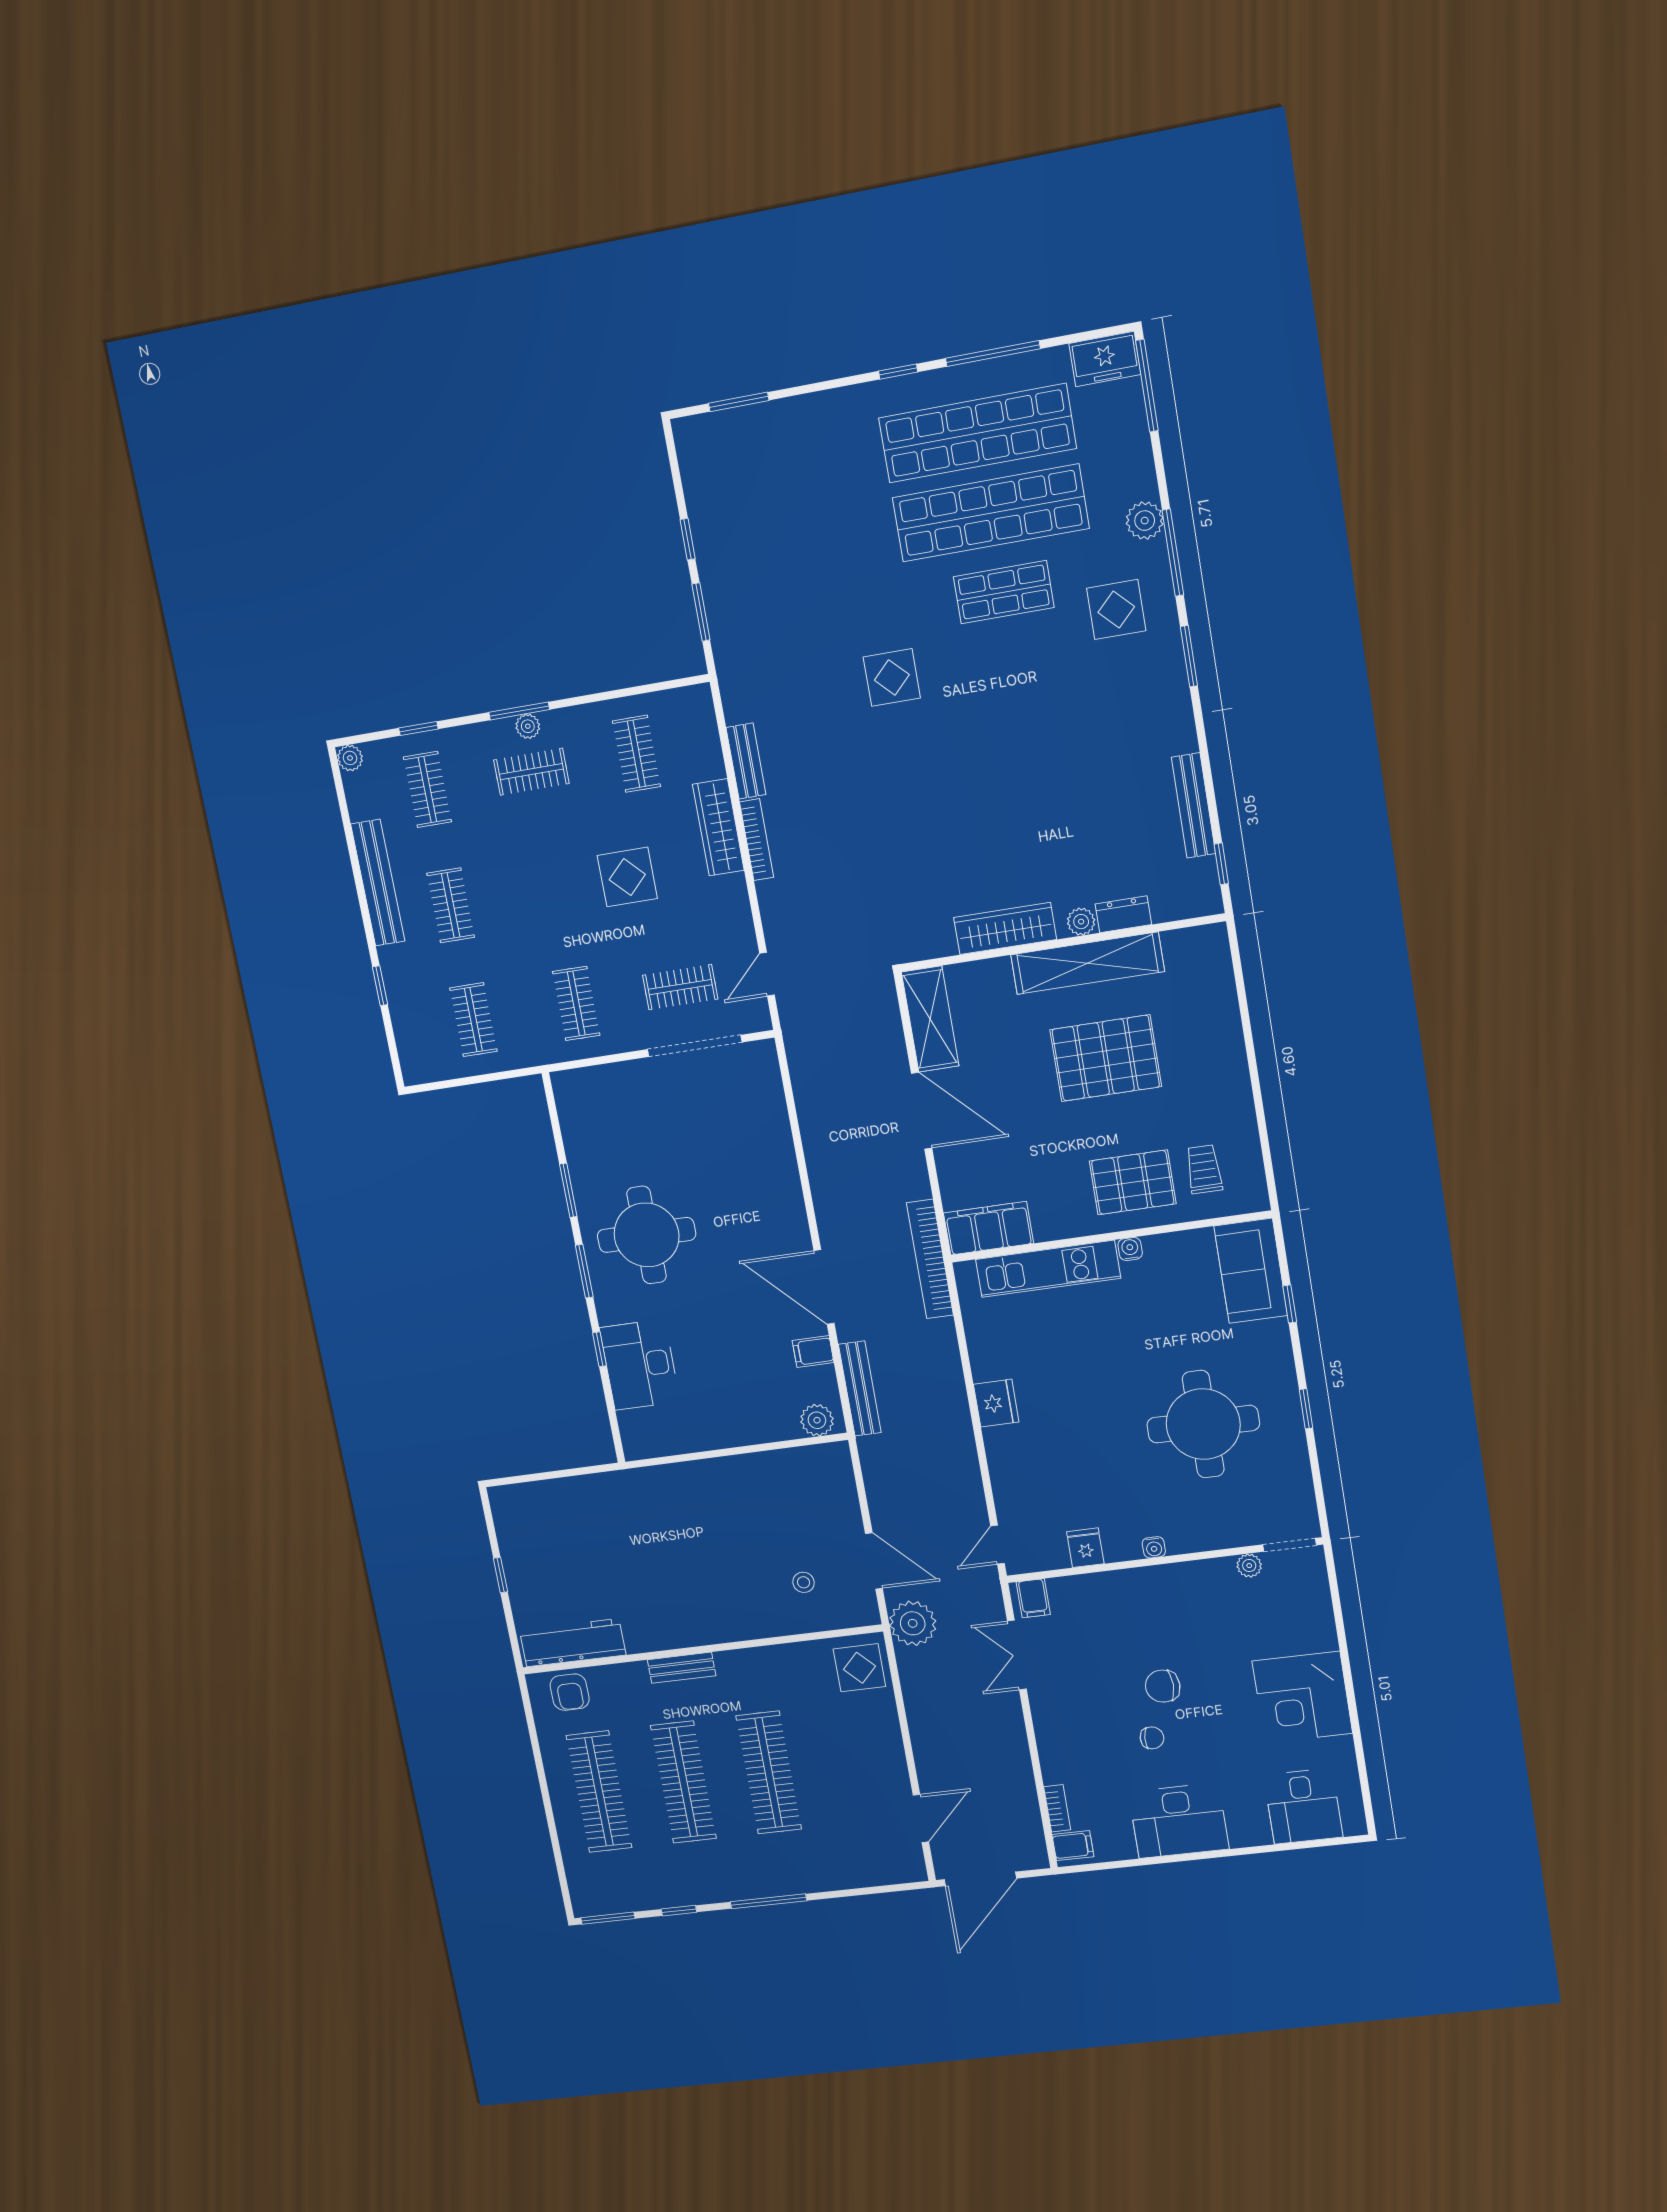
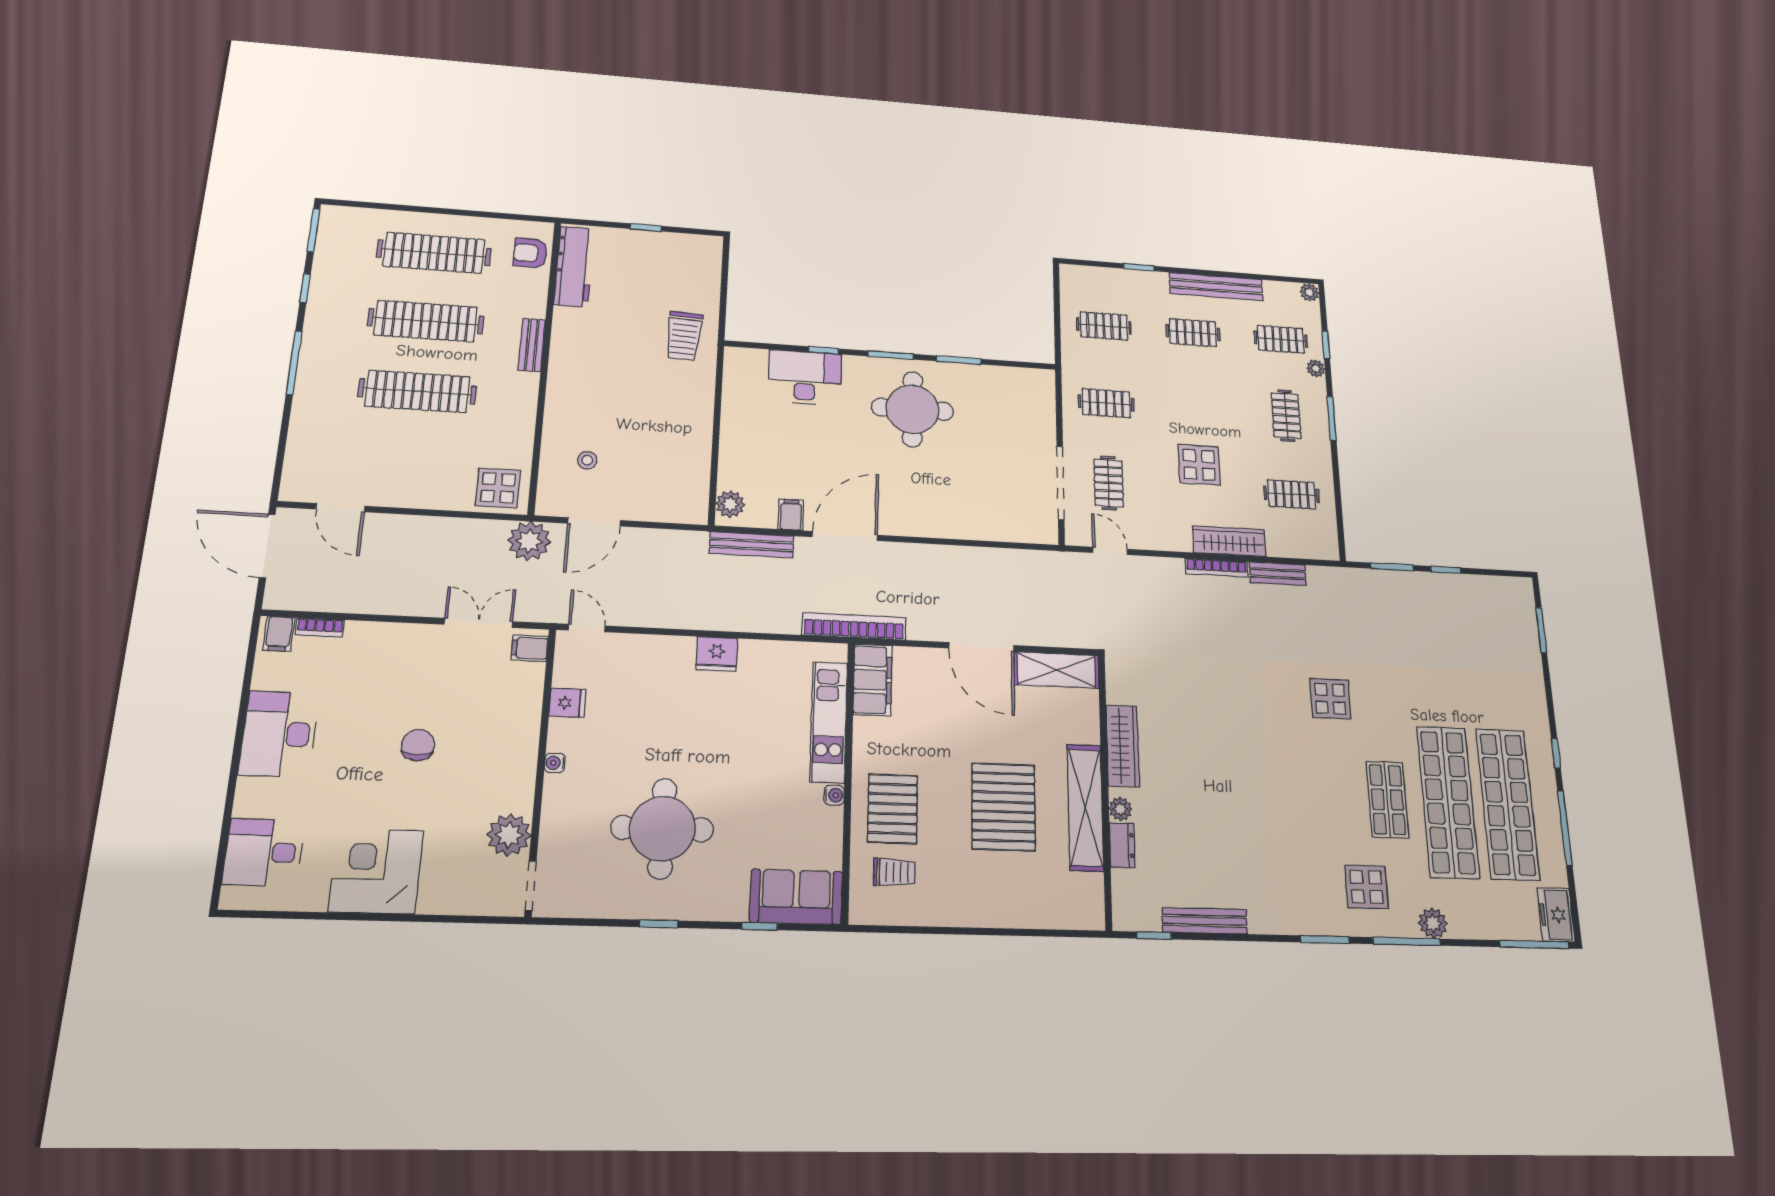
plant: (528, 726) -> (1316, 368), moved
door: (922, 1111) -> (981, 647), hinge flipped
trolley: (625, 1508) -> (684, 336), added
plant: (1249, 1566) -> (509, 835), width x1.88, depth x1.88
chair: (1152, 1738) -> (369, 726), removed

